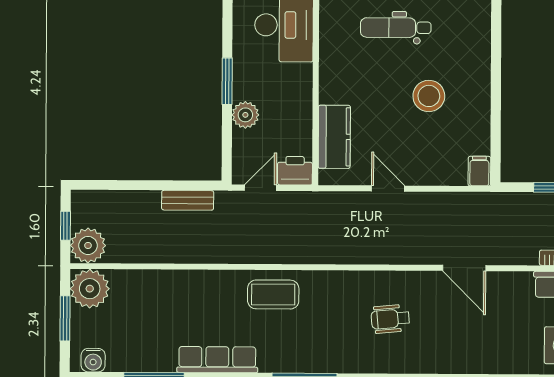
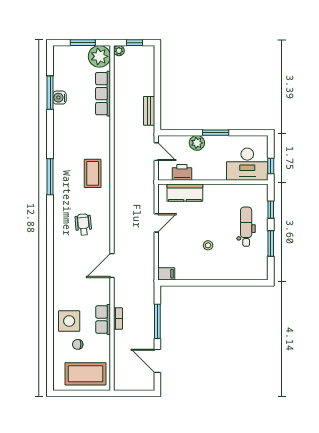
stool: (429, 96) -> (208, 245), width x0.53, depth x0.53
printer: (295, 171) -> (182, 172), moved, turned -90
plant: (88, 245) -> (119, 51), width x0.53, depth x0.53
coffee table: (273, 294) -> (93, 173), moved
water cooler: (93, 360) -> (59, 98), moved
row of seats: (217, 360) -> (103, 94), moved, turned 180

